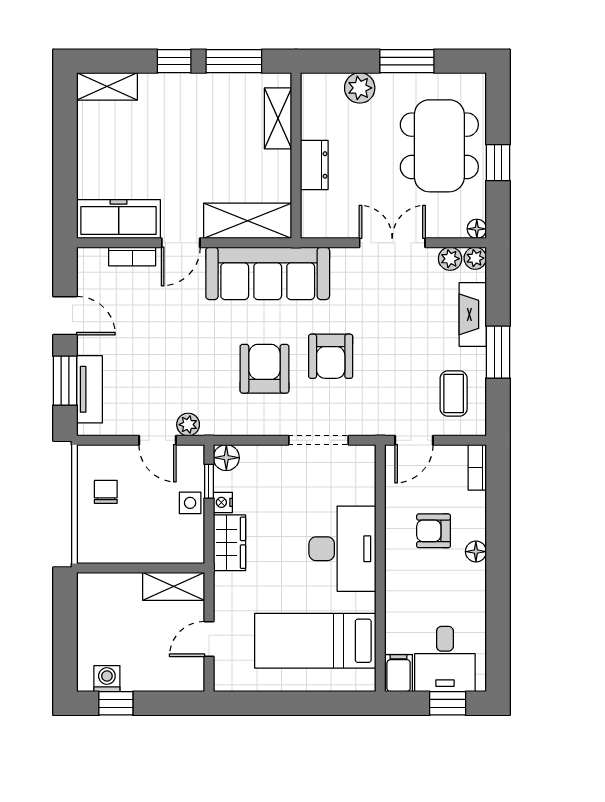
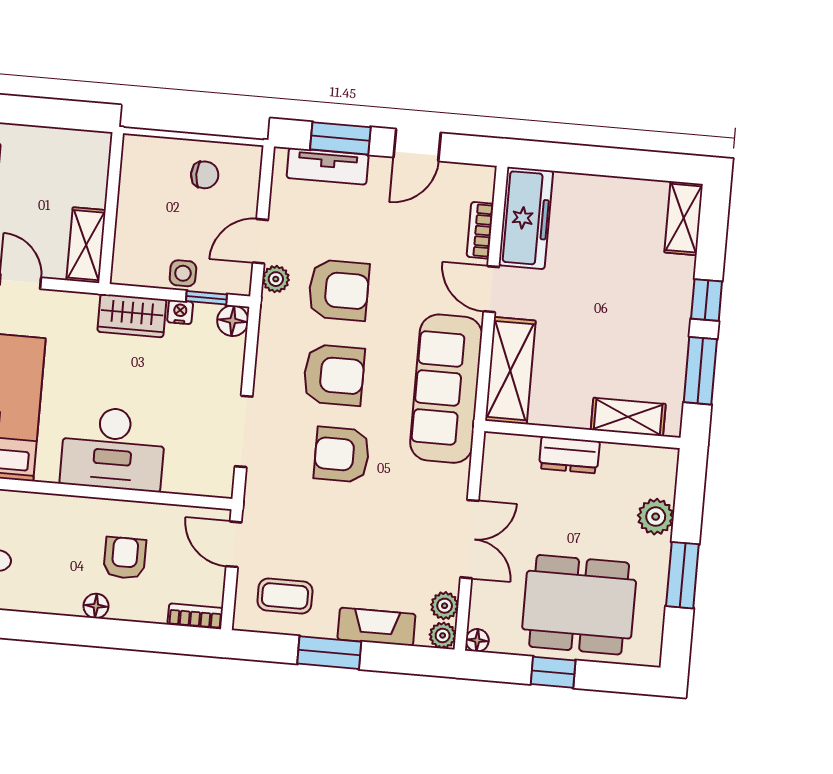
armchair: (193, 371) -> (339, 290), added

